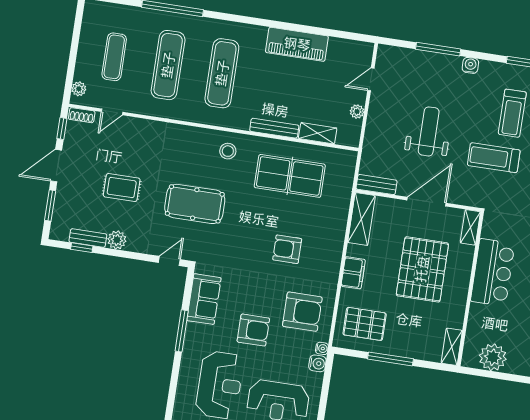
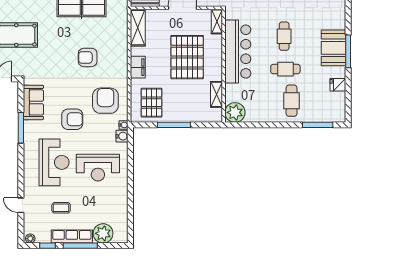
bar counter: (493, 272) -> (238, 52), width x1.36
armchair: (302, 312) -> (105, 101), turned -90
pallet: (365, 324) -> (151, 103), turned 90
shelving: (452, 347) -> (217, 94), moved
plant: (493, 357) -> (235, 112), moved

